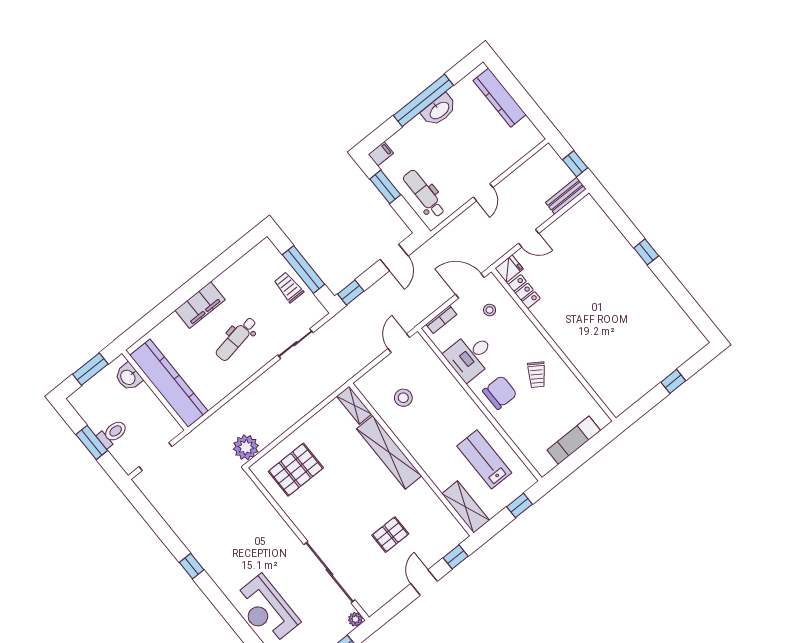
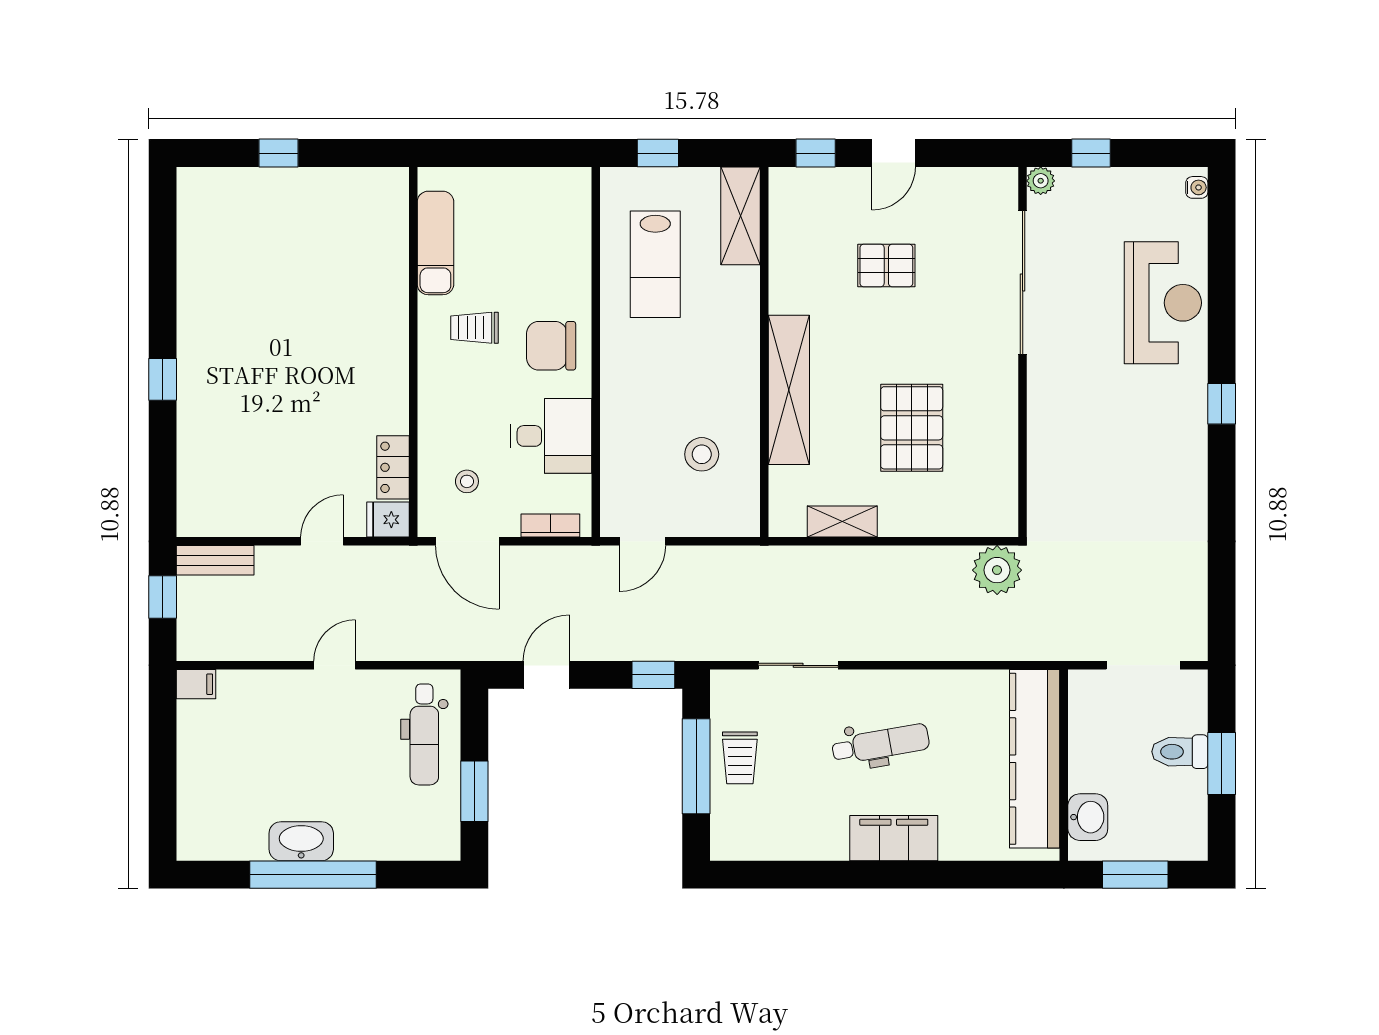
kitchen counter: (500, 98) -> (196, 787), removed
filing cabinet: (381, 154) -> (196, 684), moved, turned 180
door: (529, 238) -> (322, 541), hinge flipped
trolley: (537, 375) -> (474, 328), turned -124
shelving: (354, 405) -> (842, 522), moved, turned 90
exam couch: (574, 440) -> (435, 243), moved, turned -90
pallet: (296, 470) -> (912, 428), moved, turned 90
window: (192, 566) -> (1222, 404), moved

